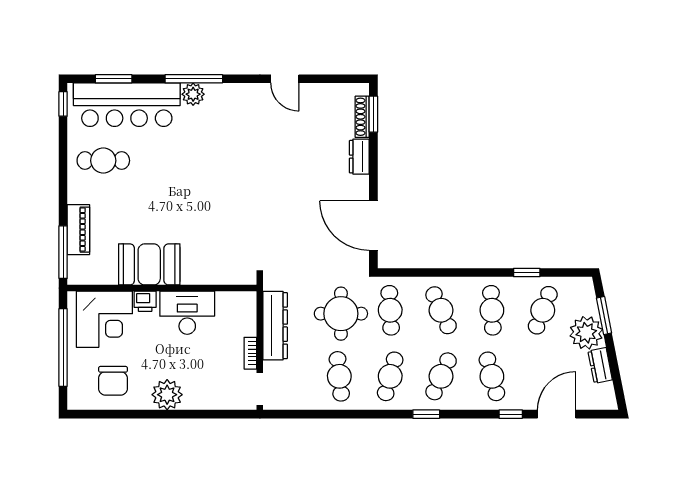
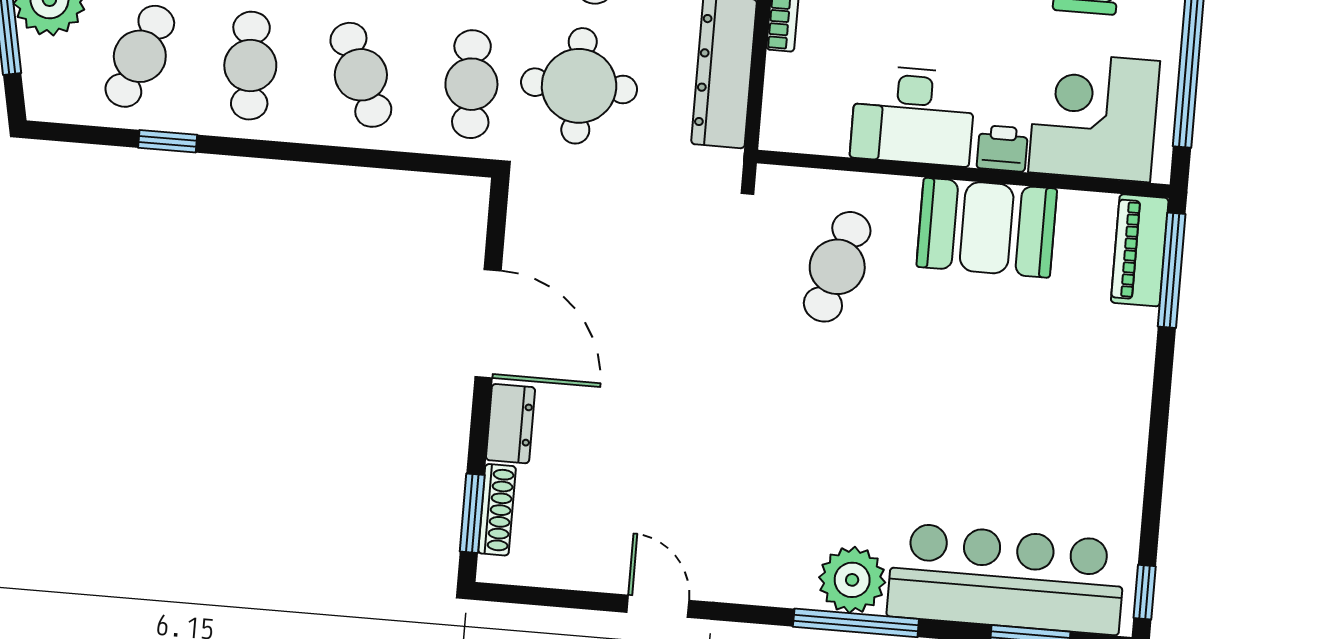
plant: (193, 94) -> (852, 580), width x1.36, depth x1.36
cafe table: (103, 161) -> (837, 267), moved, turned -74
door: (373, 226) -> (488, 324), moved
piano: (78, 230) -> (1140, 250), moved

